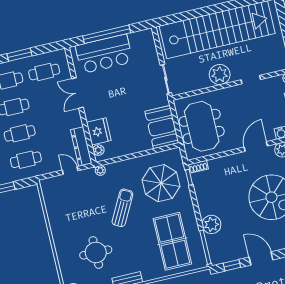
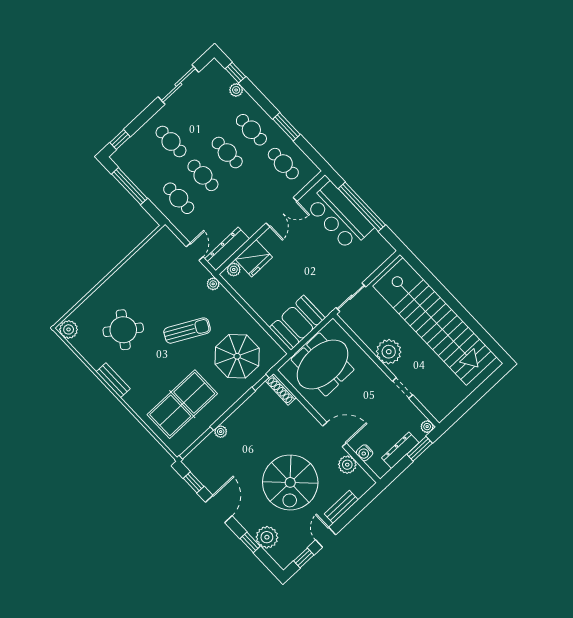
double door: (78, 93) -> (282, 212), swing flipped
shoe rack: (198, 167) -> (281, 389), width x1.43
plant: (211, 224) -> (221, 432), width x0.53, depth x0.53
round table: (96, 252) -> (123, 330), turned 36

